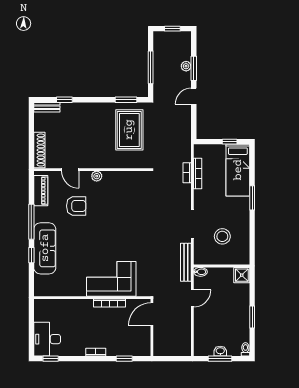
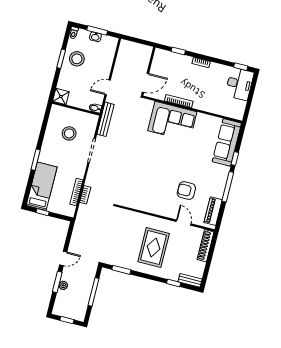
rug: (129, 130) -> (154, 248), moved
plant: (97, 176) -> (163, 211), removed
sofa: (45, 248) -> (227, 142), moved
stool: (235, 321) -> (77, 59), added

